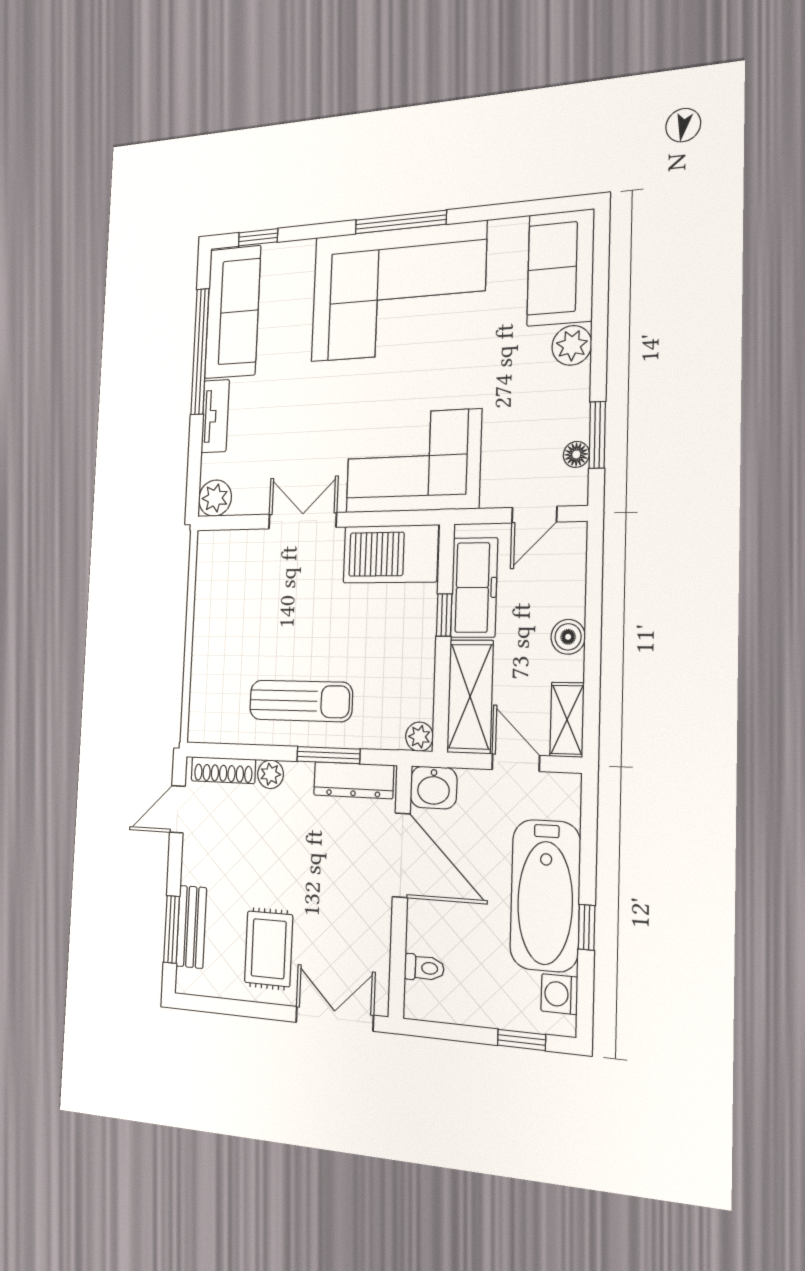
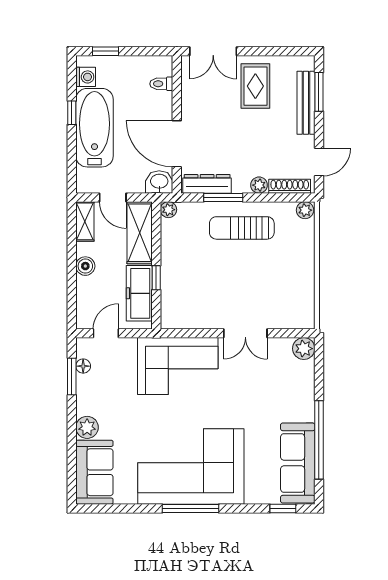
tv unit: (215, 416) -> (306, 399), removed
barbecue: (390, 554) -> (190, 313), removed
plant: (202, 728) -> (305, 210), added
bench: (191, 927) -> (306, 103), width x1.36

